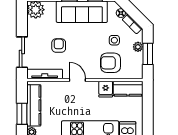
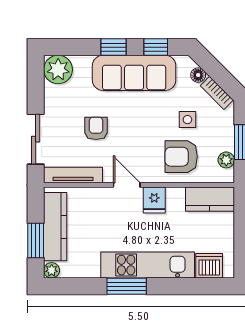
plant: (138, 47) -> (226, 160), moved
fridge: (106, 89) -> (154, 200), moved

